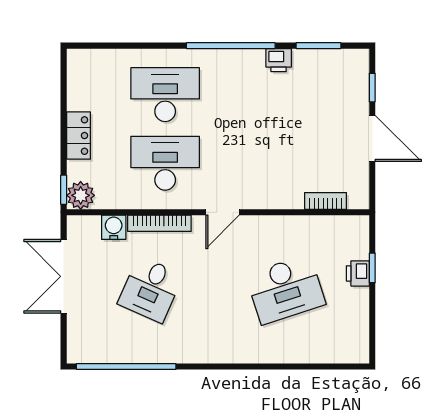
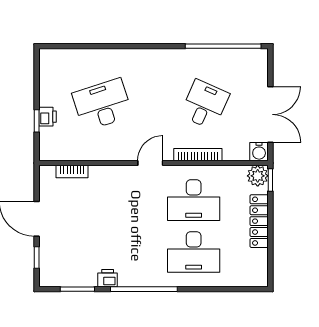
locker: (79, 136) -> (259, 221), width x1.53
water cooler: (114, 227) -> (259, 152), moved

